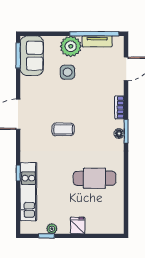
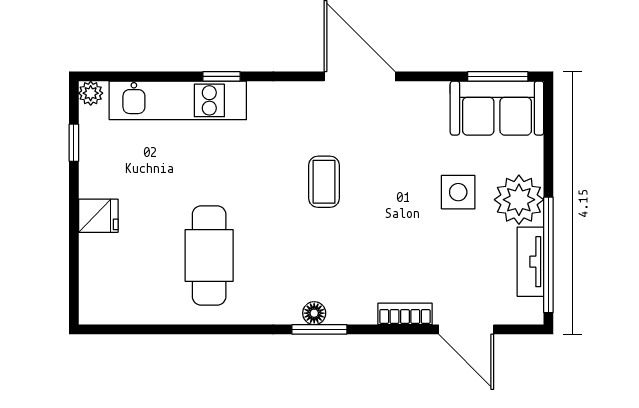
bookcase: (119, 107) -> (405, 314), moved
plant: (52, 229) -> (91, 93), moved

